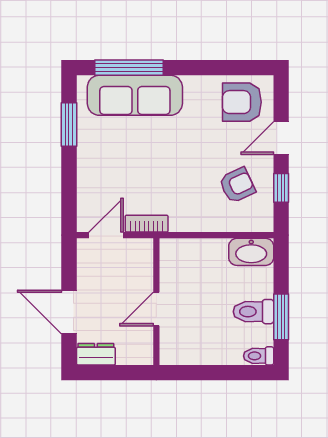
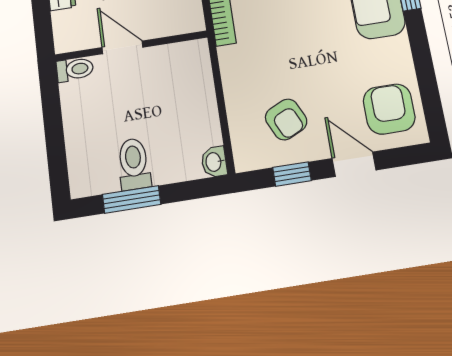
washbasin: (251, 252) -> (214, 162), width x0.52, depth x0.69
toilet: (259, 356) -> (75, 69), moved, turned 90

